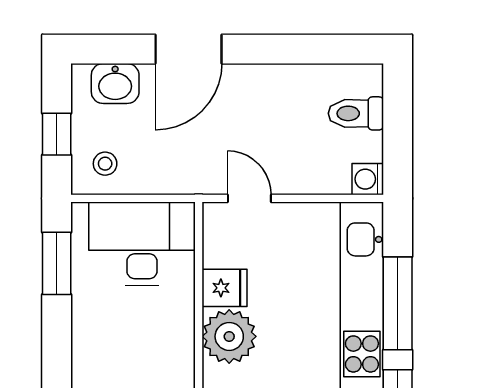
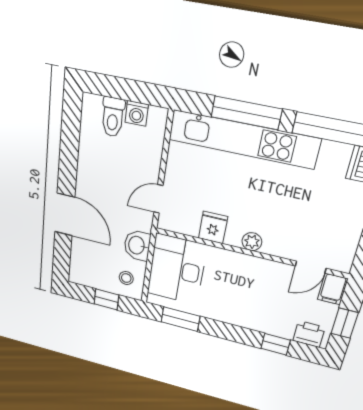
washbasin: (115, 83) -> (137, 245), moved, turned 180
washing machine: (368, 179) -> (137, 113), moved
plant: (229, 336) -> (252, 242), width x0.53, depth x0.53

